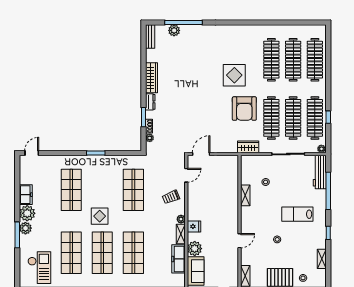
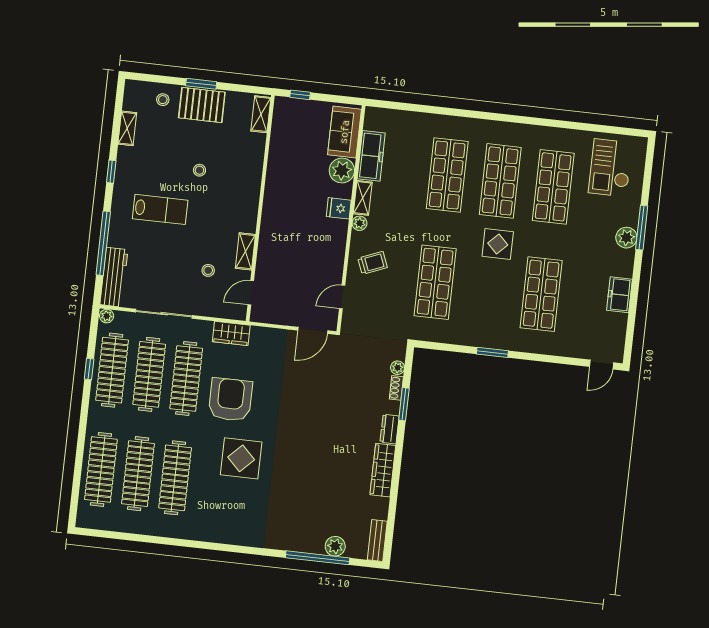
plant: (27, 213) -> (621, 263), removed
door: (239, 241) -> (251, 293), moved

